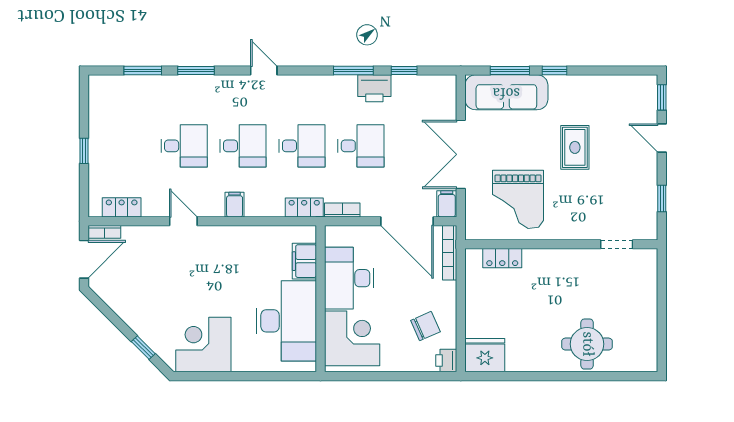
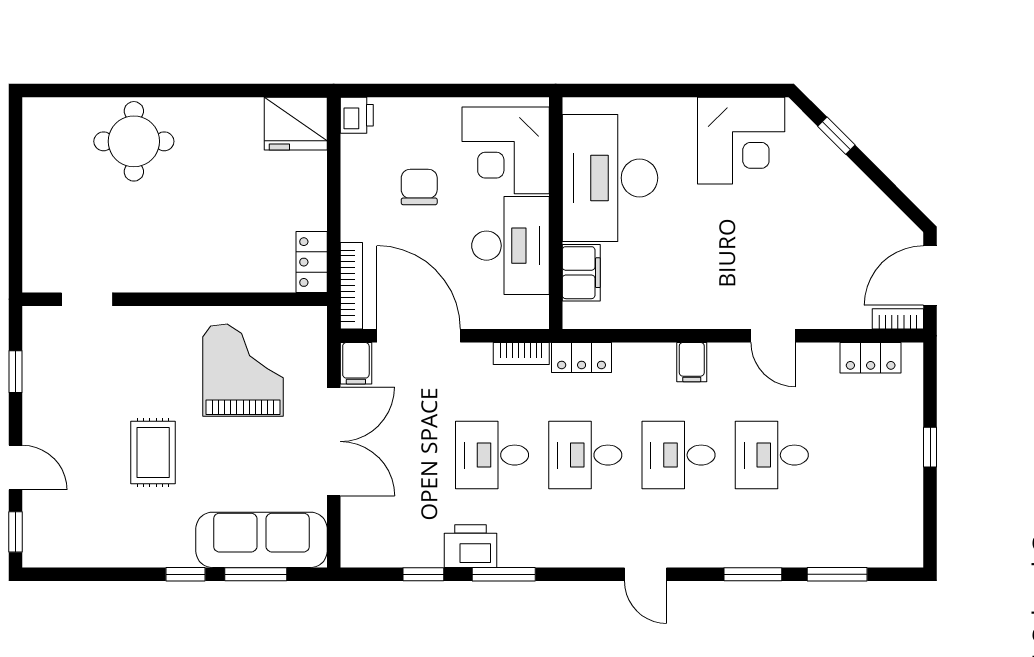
locker: (502, 258) -> (312, 262), moved, turned -90
chair: (425, 326) -> (419, 187), moved, turned 114

